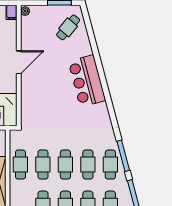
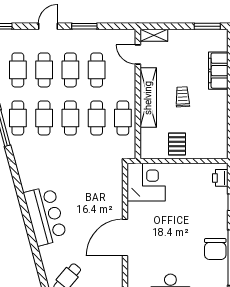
door: (19, 62) -> (125, 238), width x1.36

